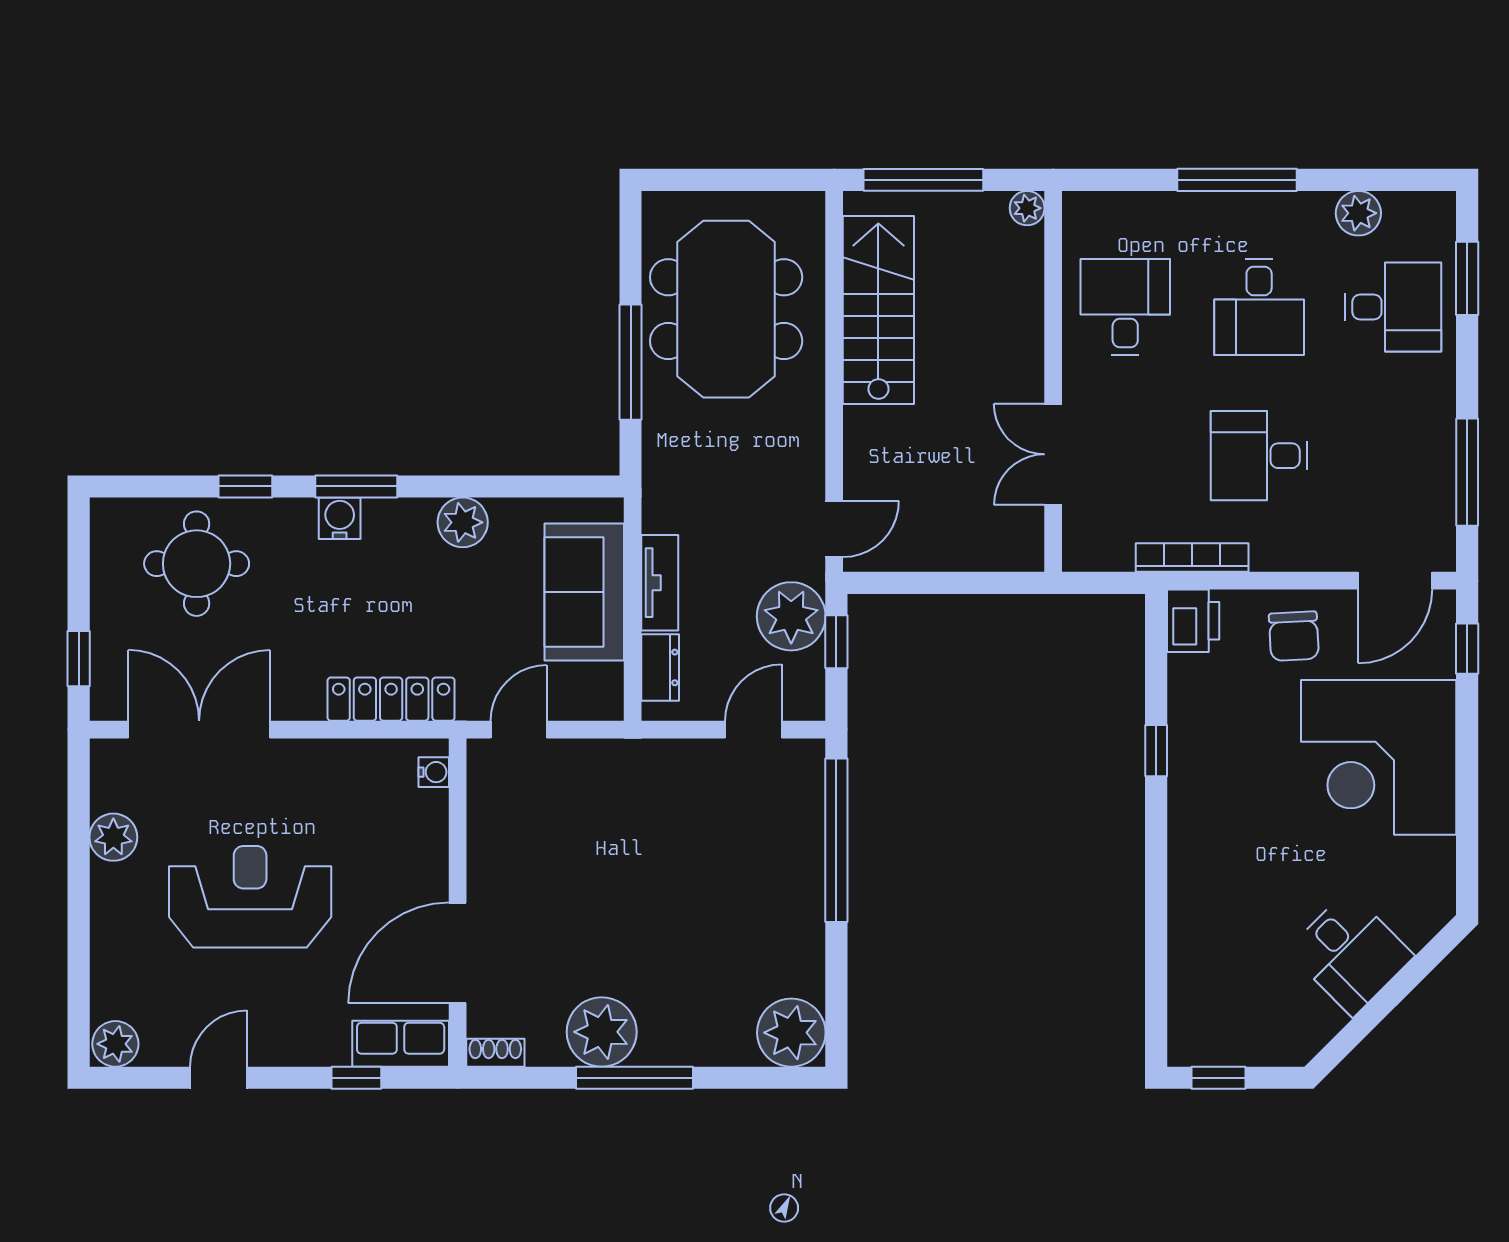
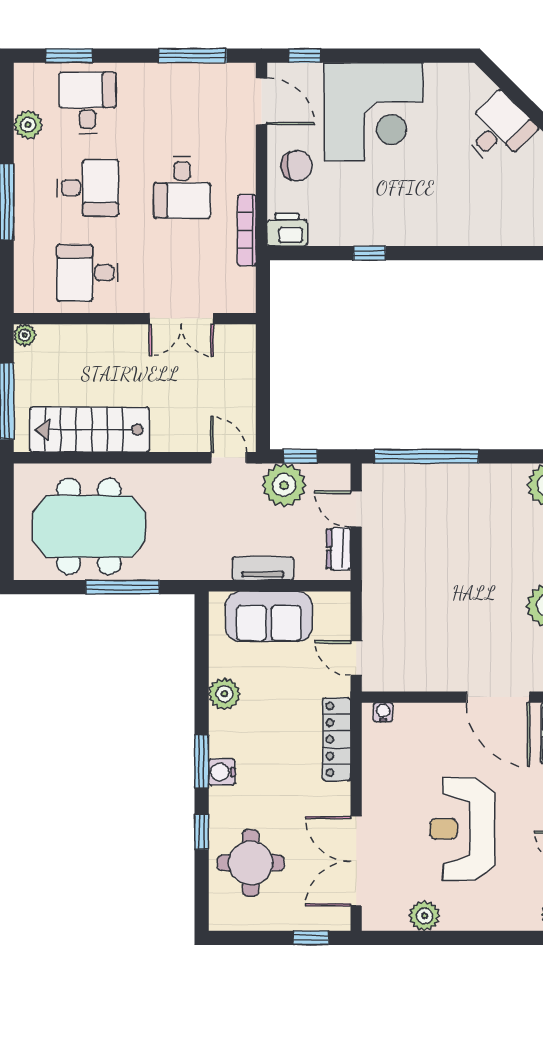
dresser: (660, 667) -> (339, 549), moved, turned -90

